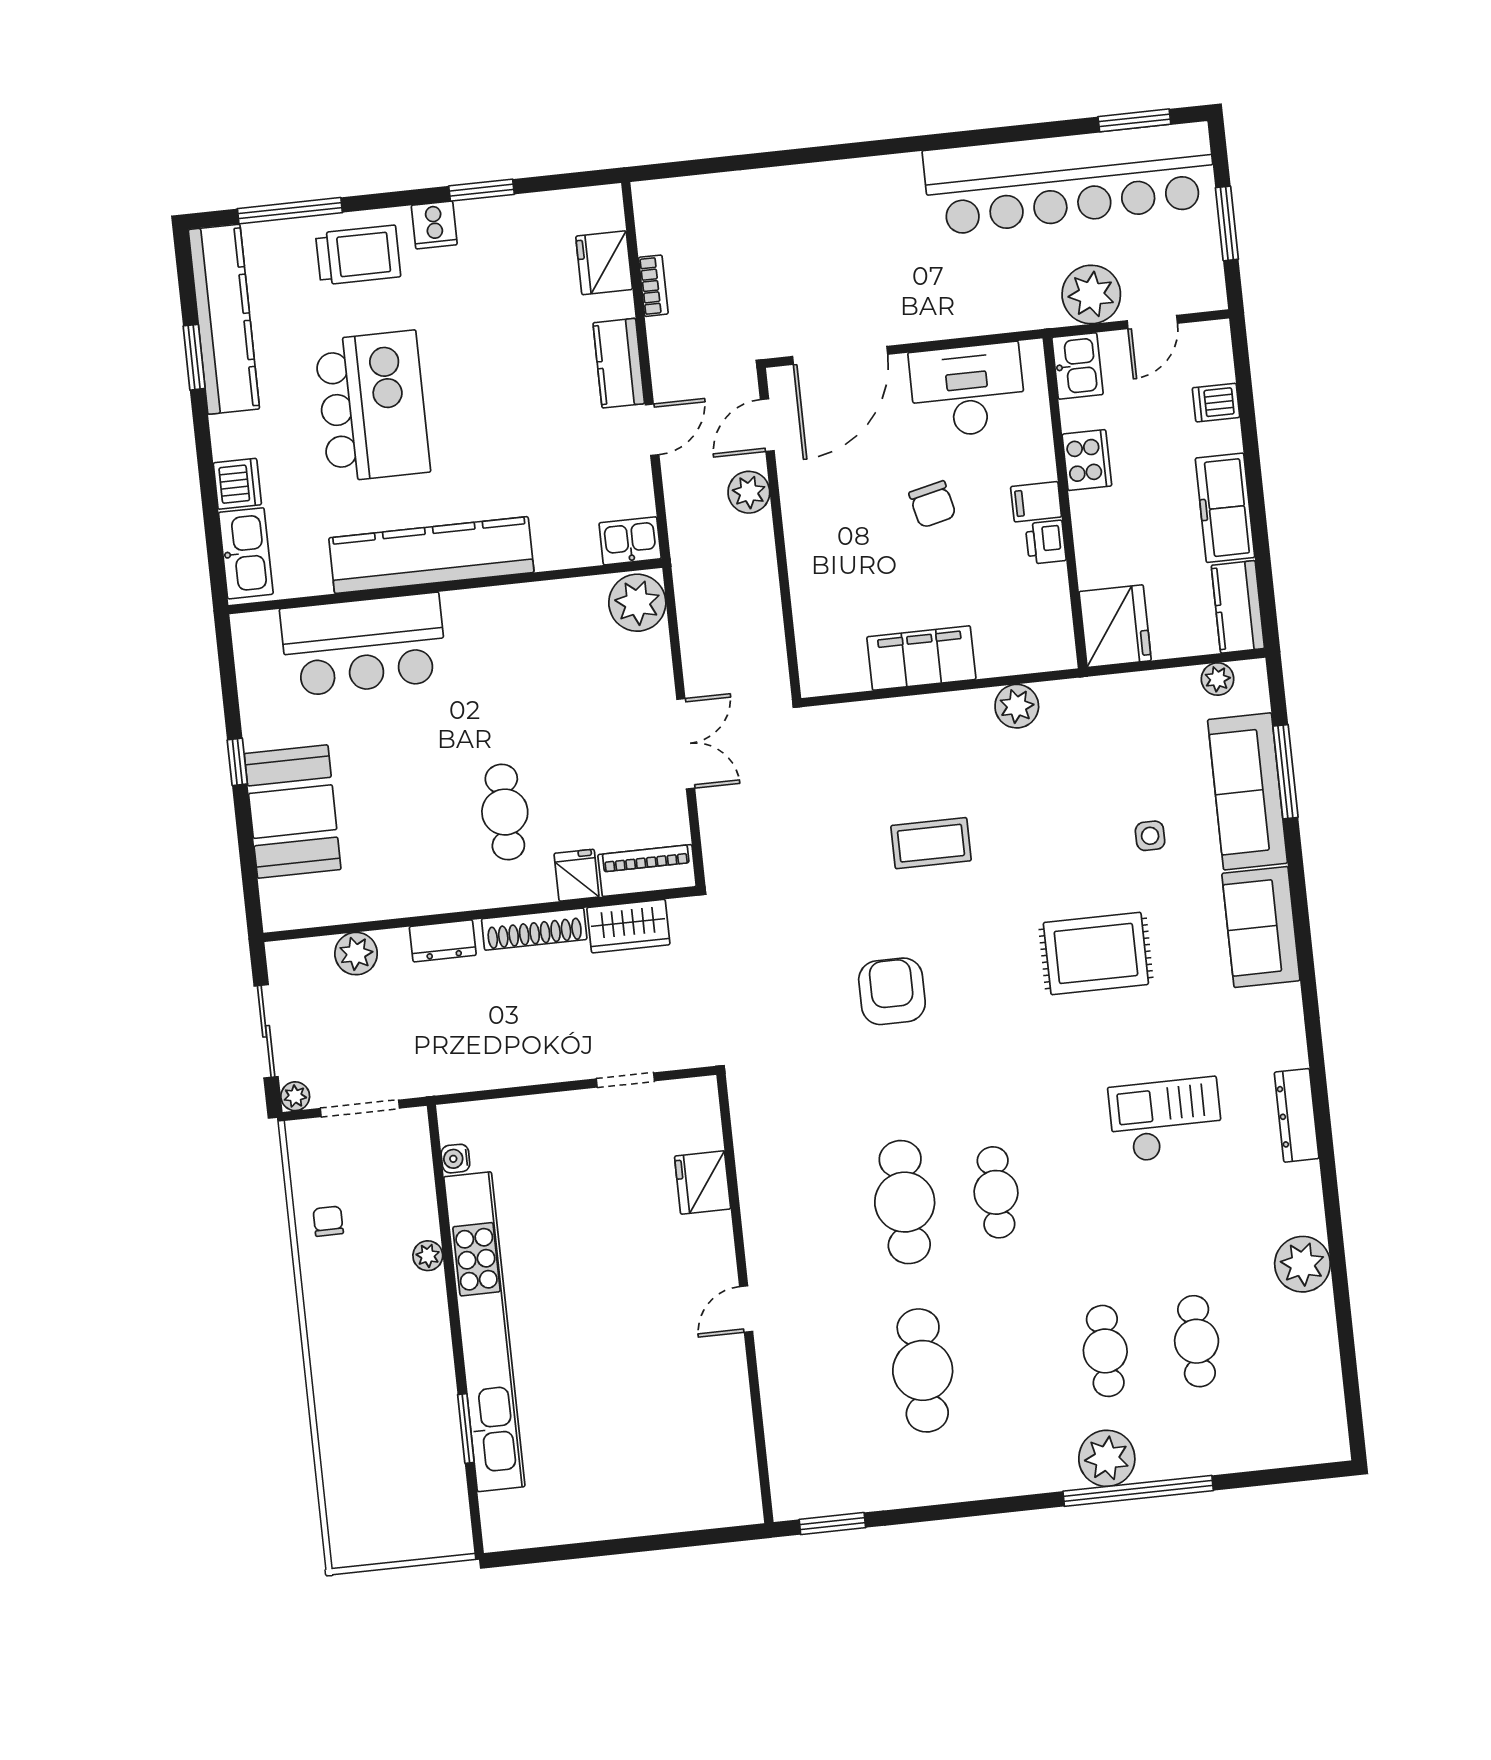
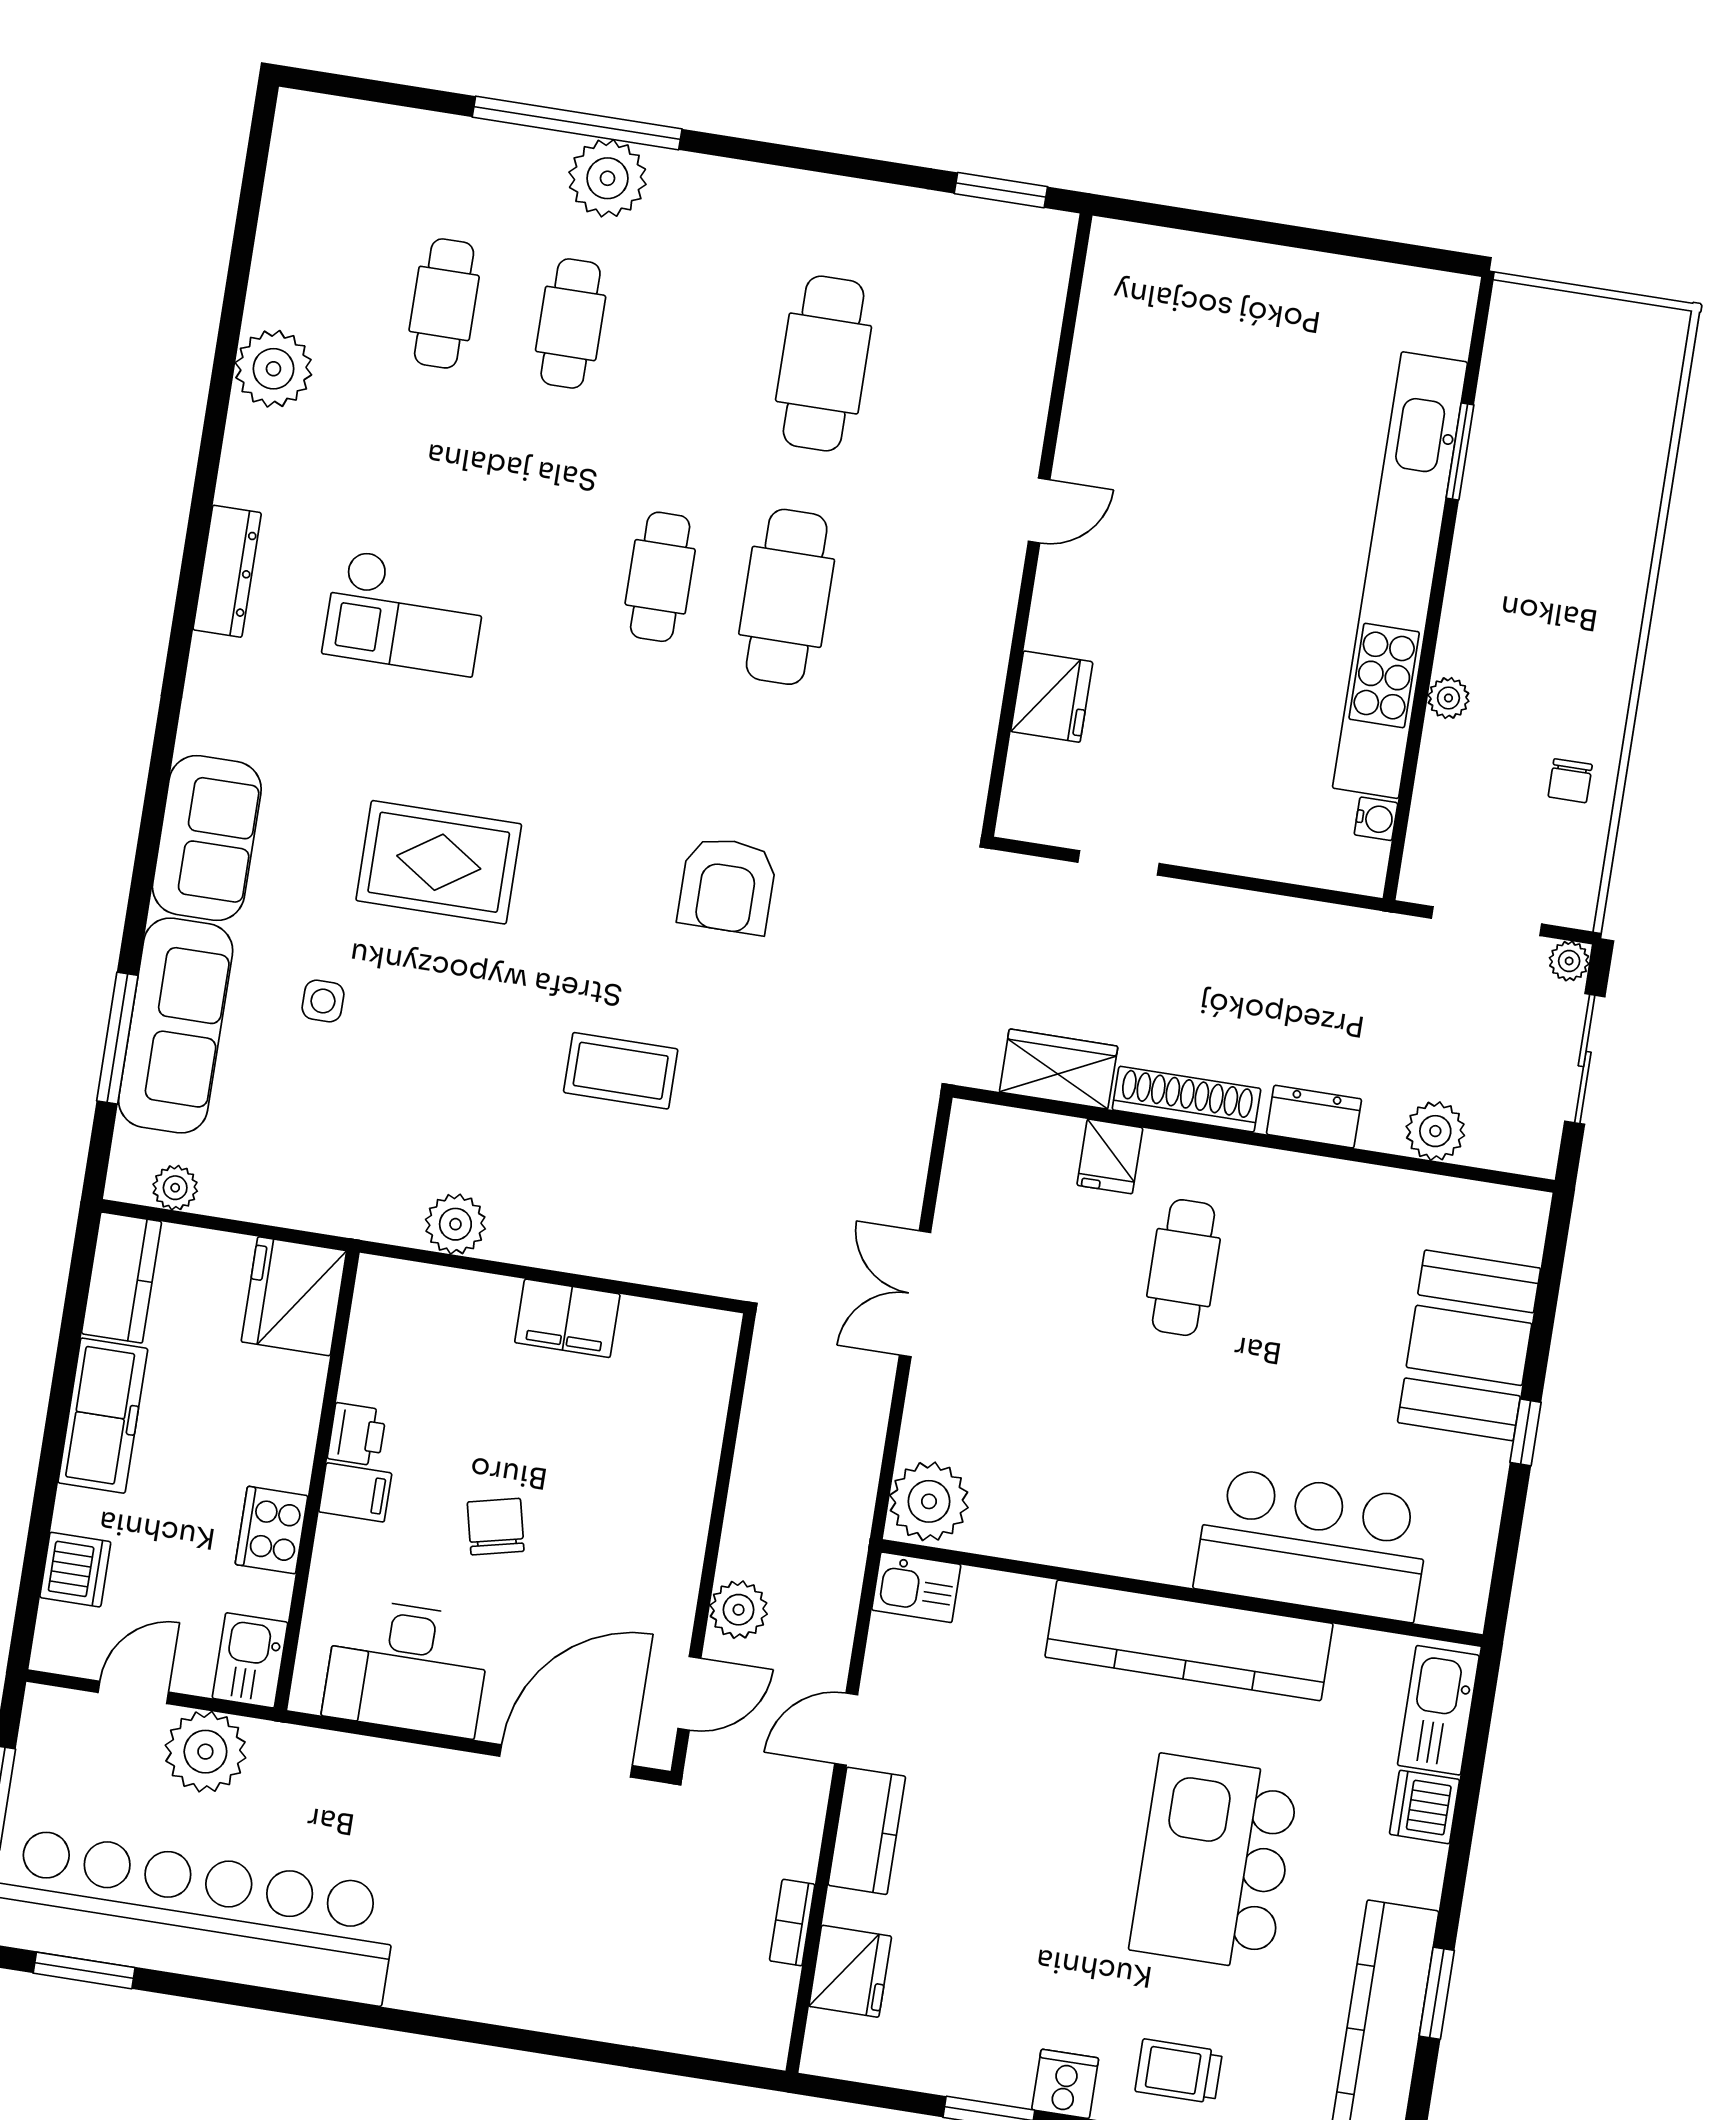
trolley: (358, 255) -> (1179, 2071), width x0.73, depth x0.72
dishwasher: (1216, 403) -> (75, 1570), width x1.38
filing cabinet: (921, 658) -> (567, 1318), width x0.67, depth x0.86
piano: (647, 871) -> (1013, 1137), removed

